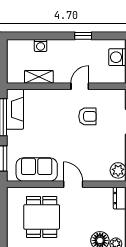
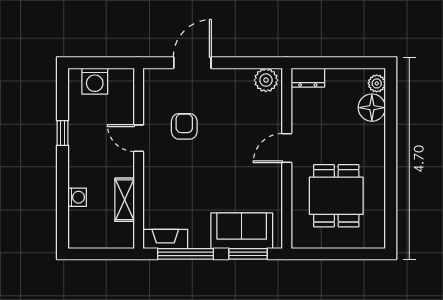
fireplace: (15, 109) -> (165, 239), width x0.73, depth x0.76
sofa: (37, 170) -> (242, 231), moved, turned 90
dining table: (42, 217) -> (336, 196), turned 90

